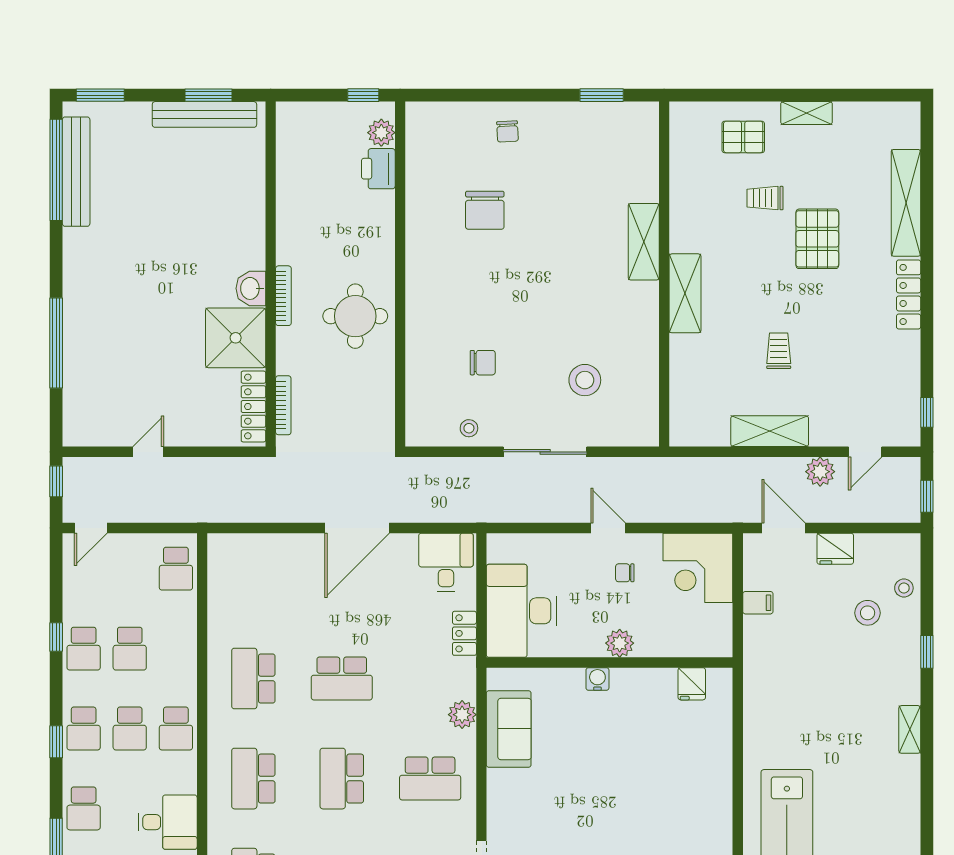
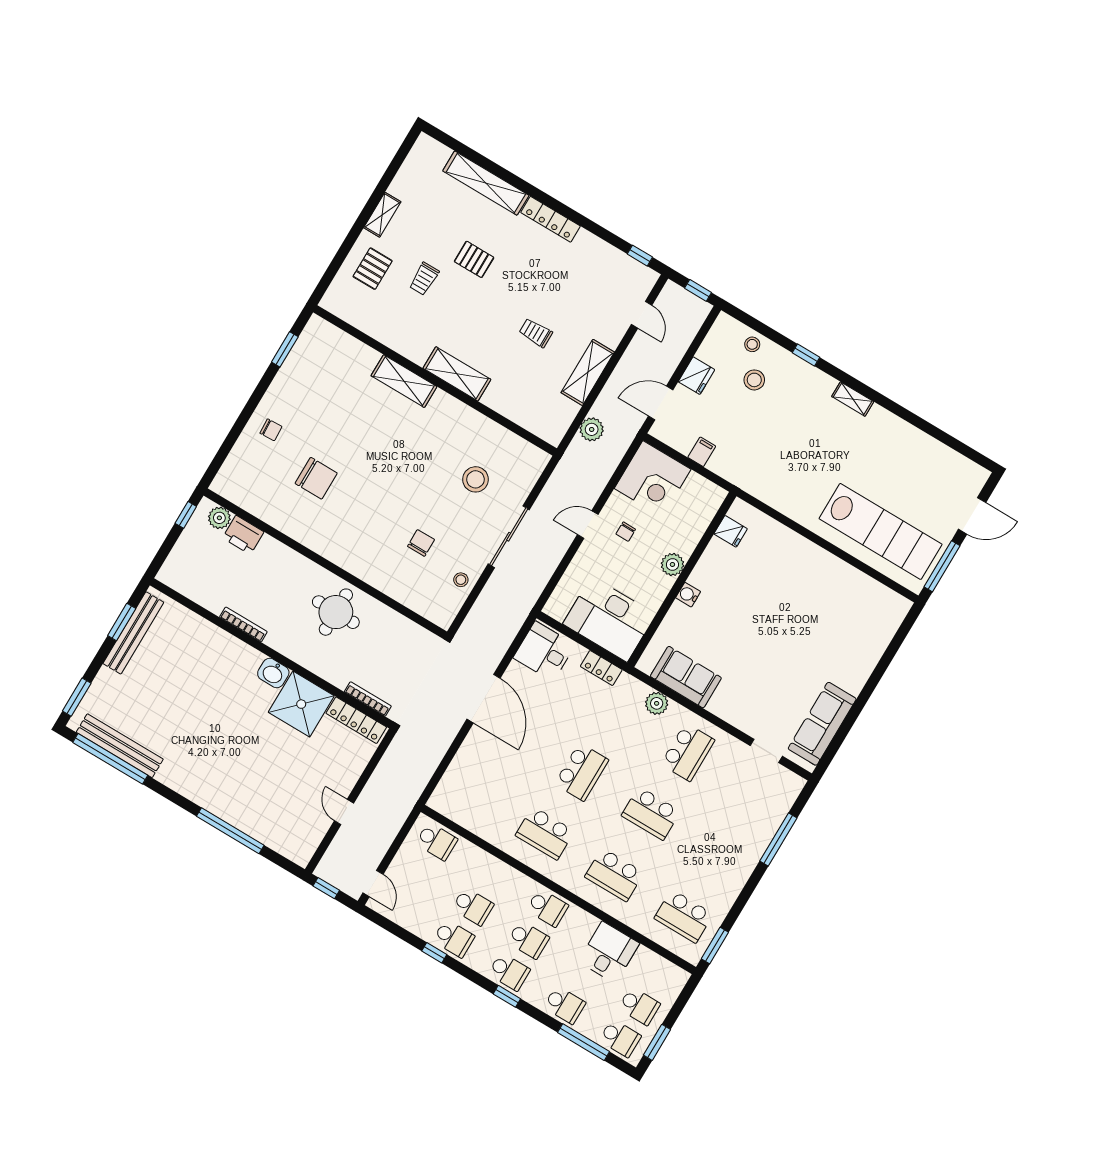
pallet: (817, 239) -> (474, 259), width x0.67, depth x0.71
bookcase: (283, 296) -> (243, 624), moved
plant: (820, 472) -> (592, 429), moved

